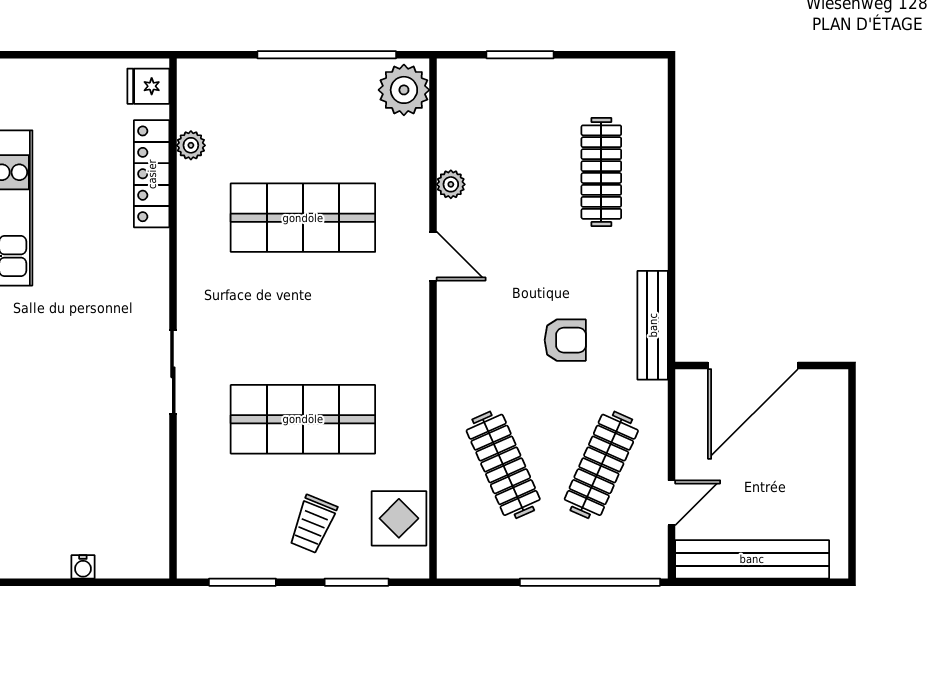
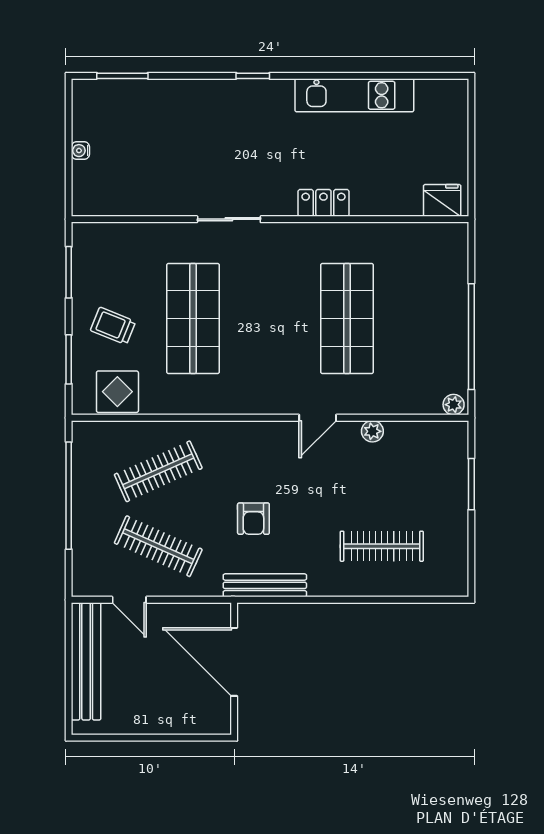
fridge: (148, 86) -> (442, 200), width x1.38
plant: (404, 90) -> (454, 405), width x0.53, depth x0.53
plant: (191, 145) -> (402, 233), removed
locker: (152, 174) -> (323, 203), moved, width x0.66
window: (590, 582) -> (69, 496), moved

